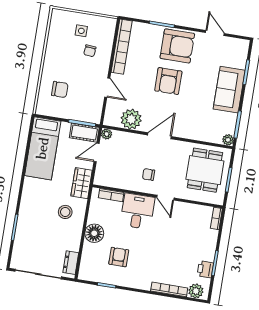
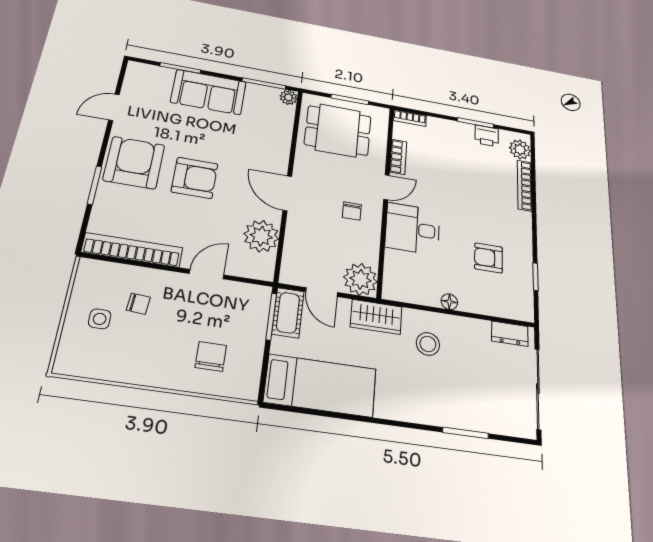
plant: (107, 134) -> (360, 279), moved, width x1.87, depth x1.87
bookcase: (111, 195) -> (398, 157), moved
floor lamp: (94, 233) -> (449, 302), width x0.53, depth x0.53

